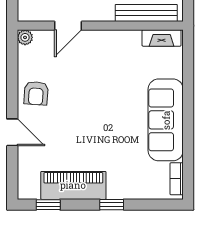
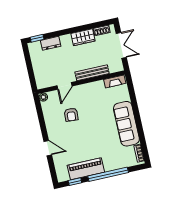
bench: (146, 13) -> (92, 73), moved
armchair: (36, 93) -> (71, 115), moved
window: (112, 205) -> (108, 174), width x3.17

